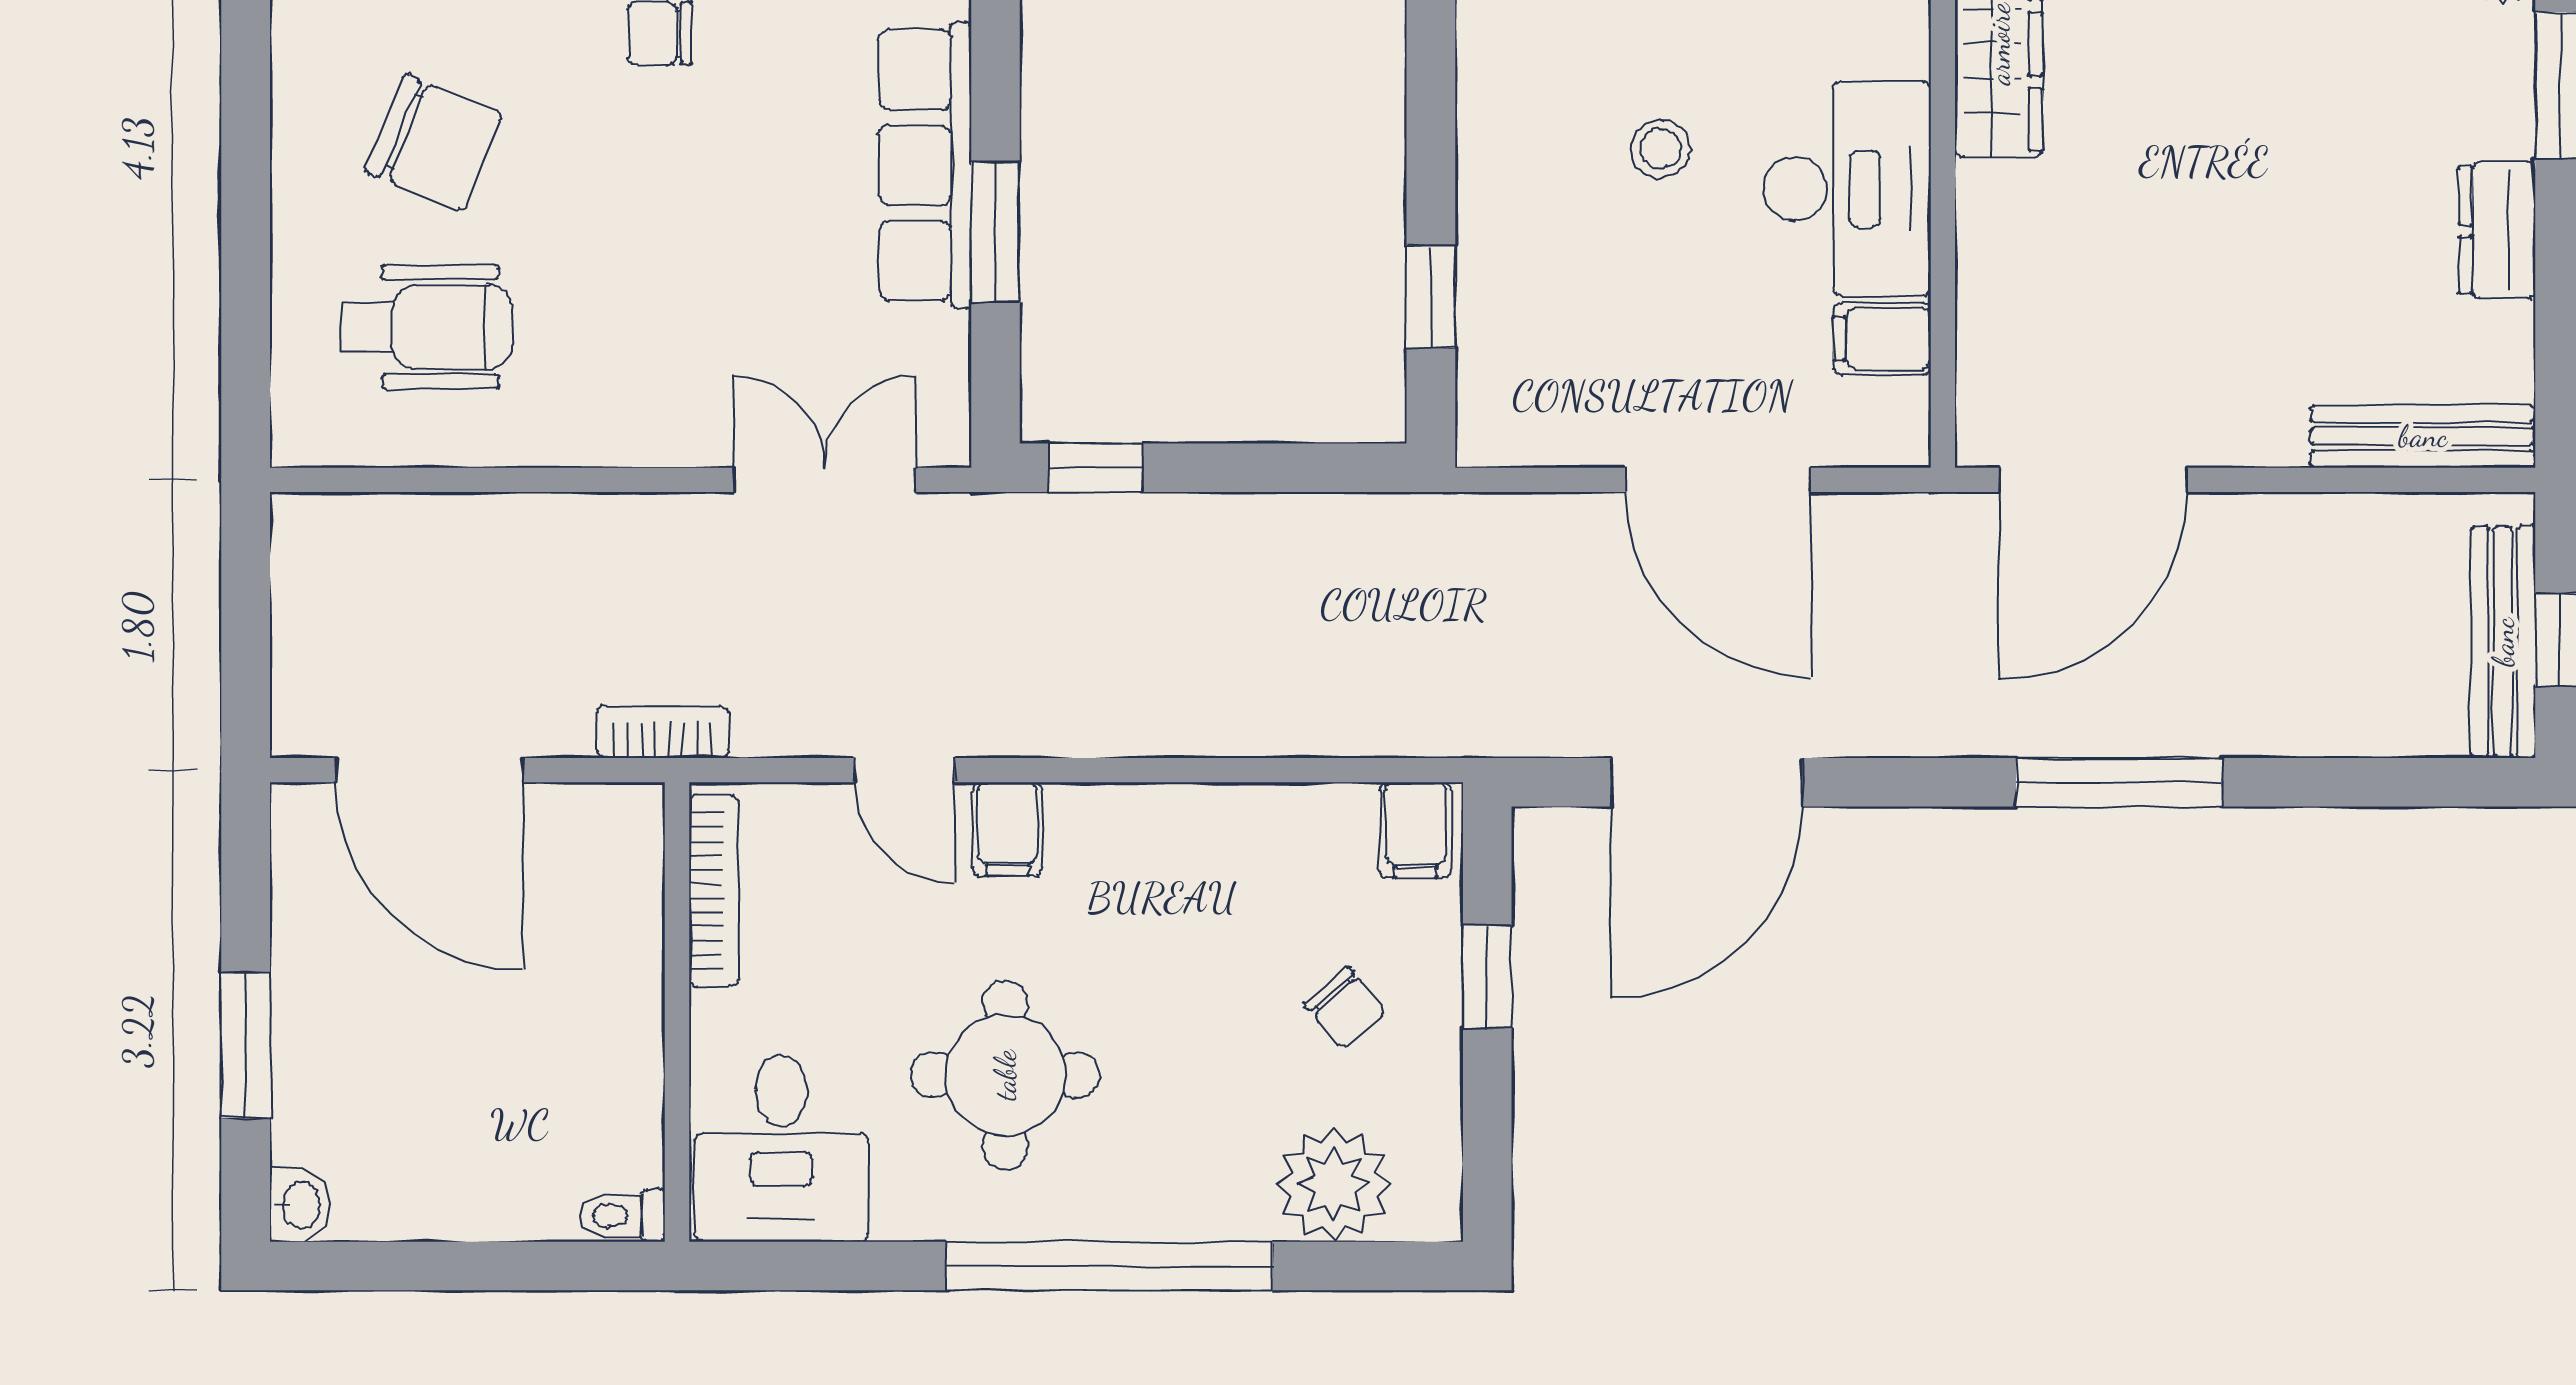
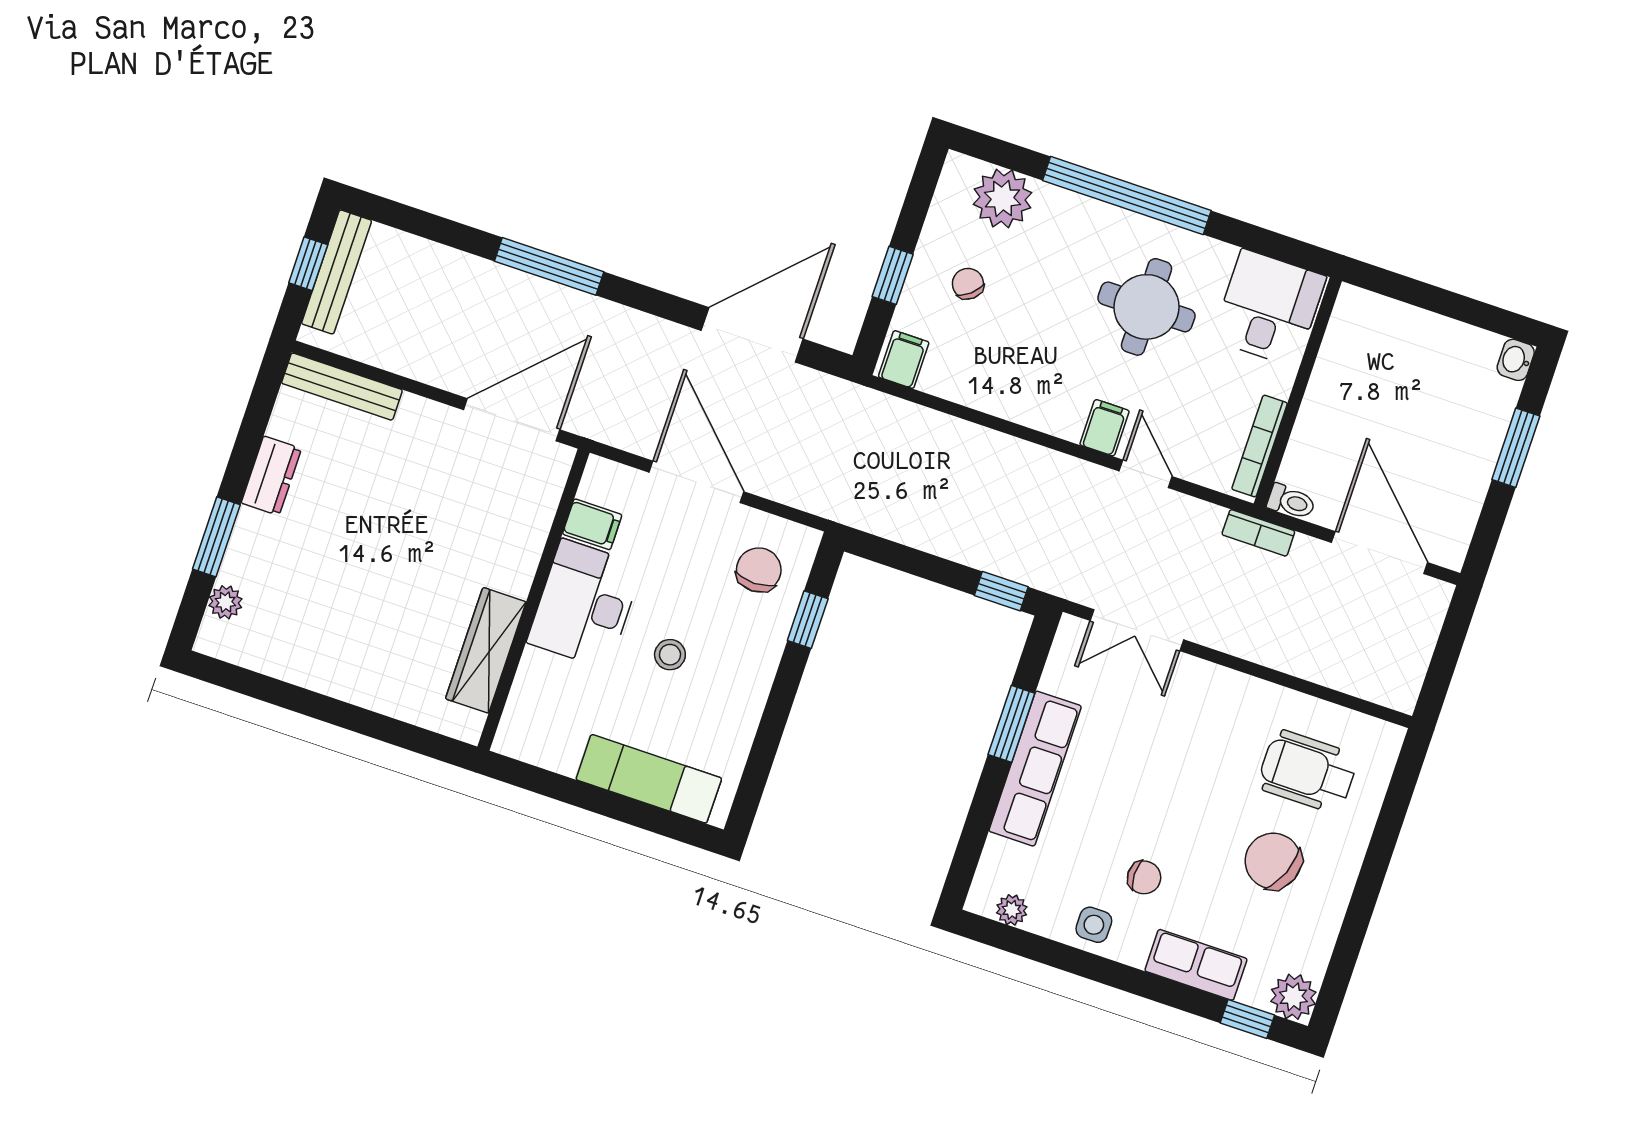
chair: (1551, 358) -> (759, 570), added
toilet: (622, 1215) -> (1291, 502), moved

